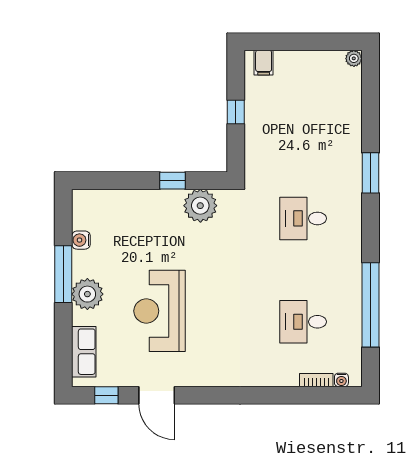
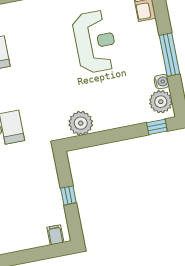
window: (173, 181) -> (157, 127), moved
plant: (87, 294) -> (161, 102), moved

